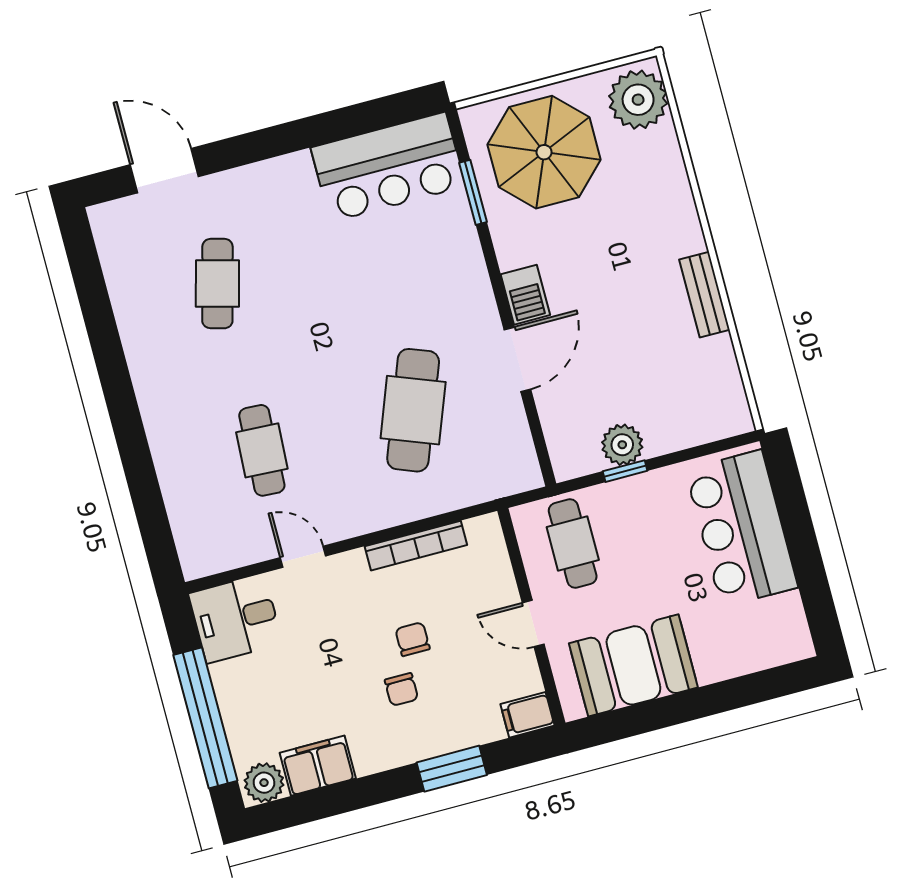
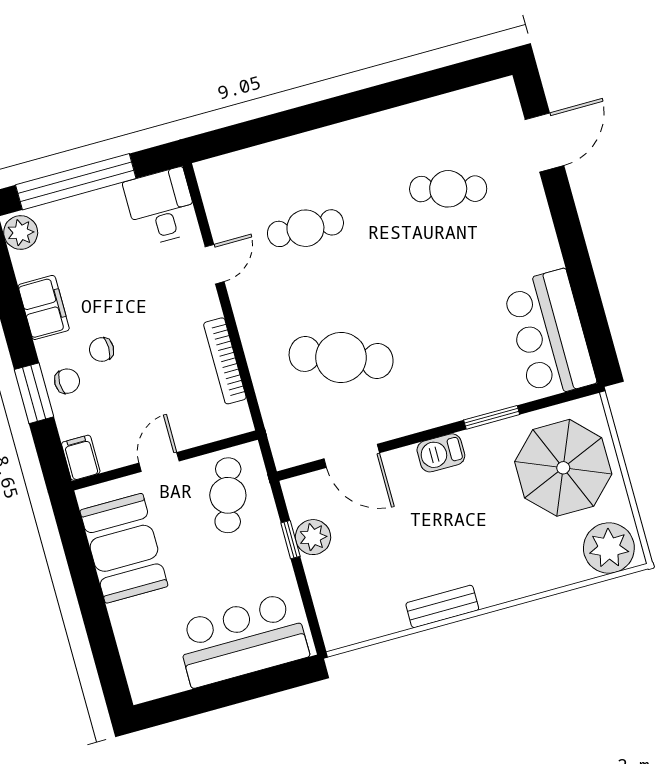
window: (473, 192) -> (492, 417), moved
door: (517, 359) -> (352, 456), moved
cafe table: (573, 544) -> (228, 495), turned -74
chair: (413, 639) -> (67, 381), moved
filing cabinet: (318, 766) -> (44, 307), moved

